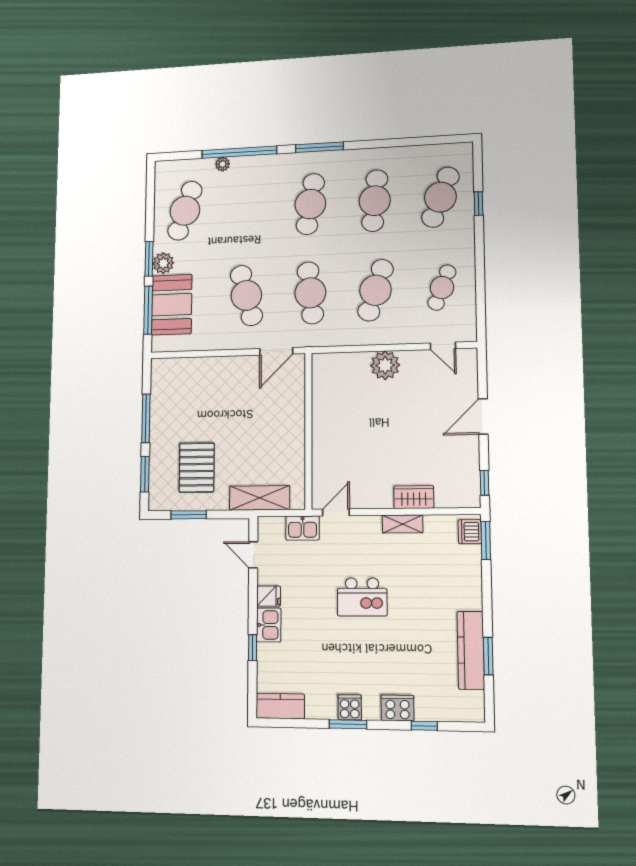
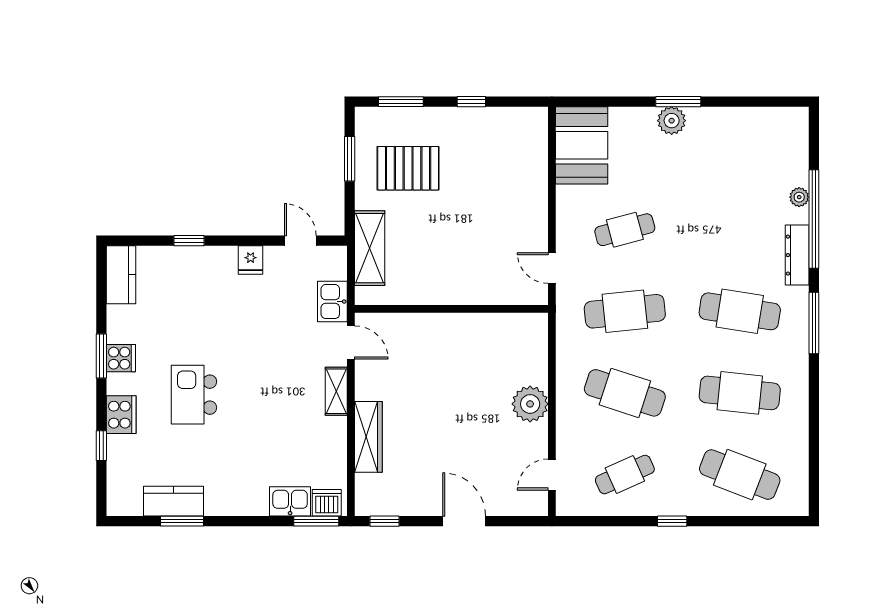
dresser: (267, 163) -> (797, 255), added
window: (479, 204) -> (672, 521), moved
cafe table: (185, 211) -> (740, 148), removed
cafe table: (442, 288) -> (625, 475), turned -45
cafe table: (246, 295) -> (625, 230), width x0.73, depth x0.74
booth: (172, 305) -> (582, 145), moved, turned 90
window: (148, 310) -> (611, 102), removed
door: (276, 351) -> (552, 268), width x0.73
window: (146, 418) -> (471, 102), width x0.46
wardrobe: (414, 497) -> (368, 437), width x1.50
shelving: (403, 524) -> (336, 391), moved
door: (253, 555) -> (300, 241), hinge flipped
kitchen island: (362, 597) -> (194, 395), moved
kitchen sink: (269, 625) -> (290, 501), moved, turned 180
kitchen counter: (471, 650) -> (174, 501), width x0.67

